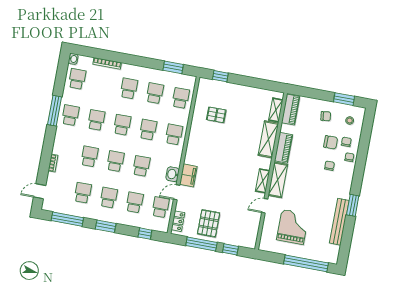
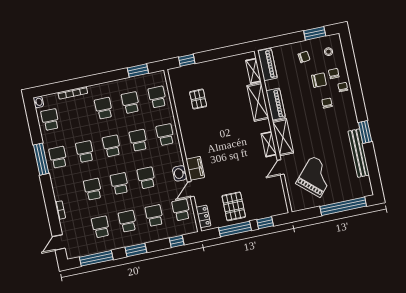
pallet: (216, 115) -> (198, 99), turned 90
grand piano: (293, 227) -> (316, 177), turned 42

